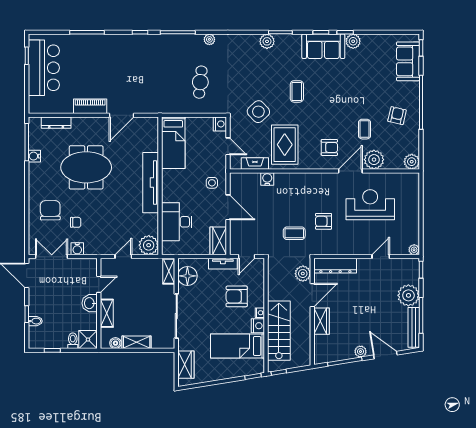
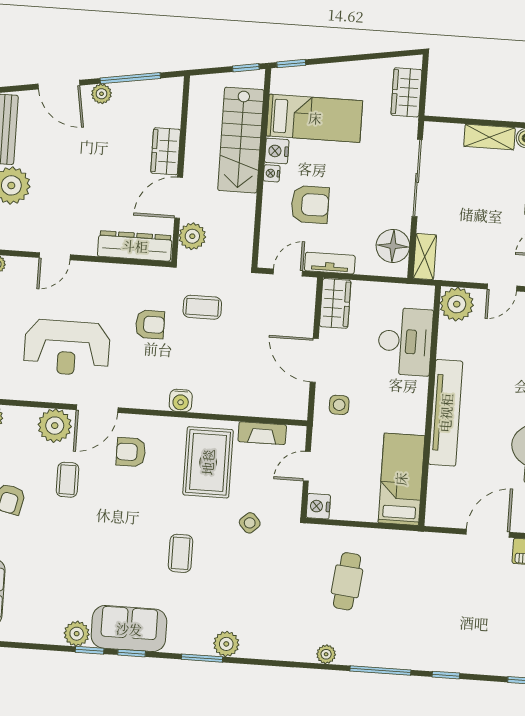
side table: (258, 112) -> (250, 523), width x0.54, depth x0.54
door: (228, 146) -> (307, 466), hinge flipped
water cooler: (267, 179) -> (181, 401), moved

